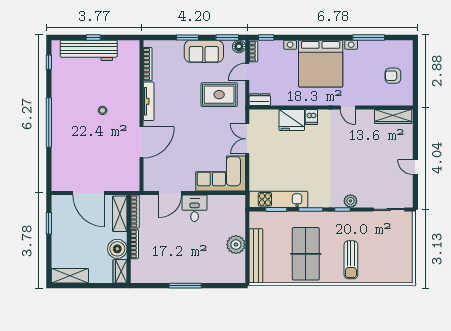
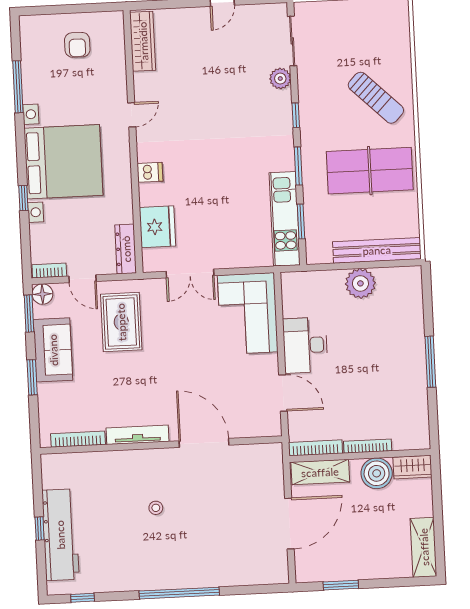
window: (266, 37) -> (23, 198), moved
dresser: (260, 100) -> (126, 249), width x1.44
fridge: (292, 120) -> (157, 227), moved
plant: (350, 201) -> (280, 79), moved
desk: (195, 208) -> (305, 345), width x1.37
sun lounger: (351, 260) -> (376, 98), turned 44

